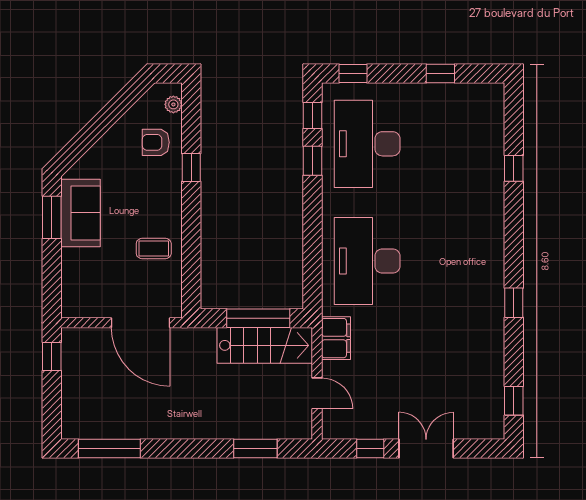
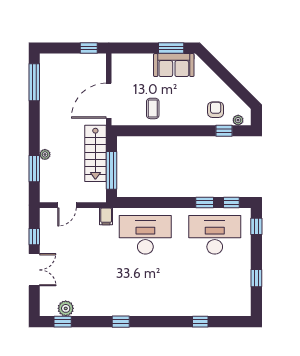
window: (191, 167) -> (224, 131), moved
filing cabinet: (336, 338) -> (106, 216), width x0.50
stairs: (265, 345) -> (95, 153), moved
plant: (491, 395) -> (66, 308), added
plant: (231, 431) -> (45, 154), added

